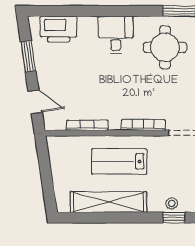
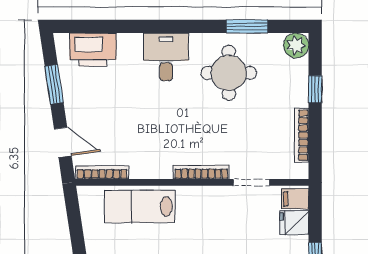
bookcase: (87, 125) -> (102, 172), moved
lab bench: (119, 161) -> (140, 206), moved

